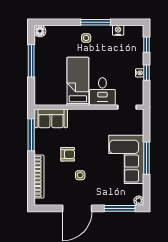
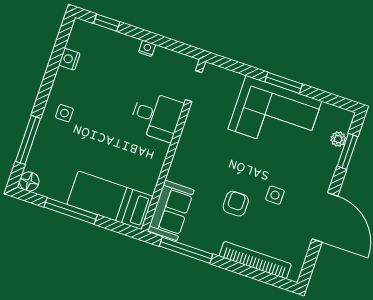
window: (96, 22) -> (28, 140), moved
window: (146, 73) -> (150, 37), removed
bed: (78, 81) -> (110, 200), moved
window: (146, 158) -> (284, 83), width x0.69
plant: (139, 201) -> (338, 139), moved
window: (120, 208) -> (347, 151), width x0.69

